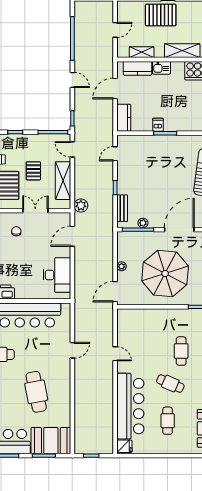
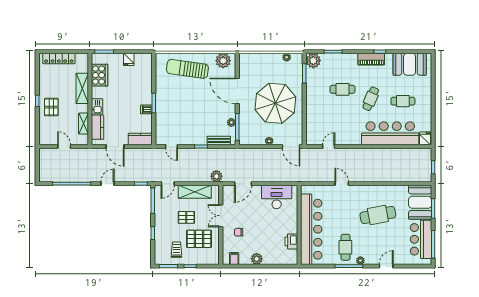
pallet: (161, 15) -> (51, 107), width x0.67, depth x0.71
door: (72, 236) -> (243, 184), hinge flipped
door: (115, 354) -> (329, 147), moved

